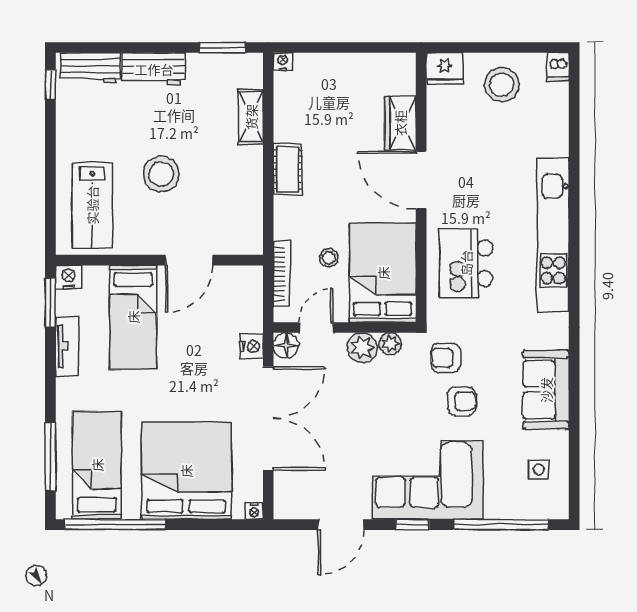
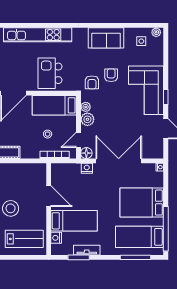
kitchen island: (466, 263) -> (50, 73), turned 90
bed: (383, 273) -> (54, 105), width x0.67
nightstand: (68, 277) -> (56, 238), moved
window: (50, 302) -> (79, 257), moved
door: (316, 328) -> (78, 140), hinge flipped
bed: (186, 471) -> (142, 203), width x0.73
plant: (559, 503) -> (156, 32), added
window: (501, 525) -> (166, 58), removed

